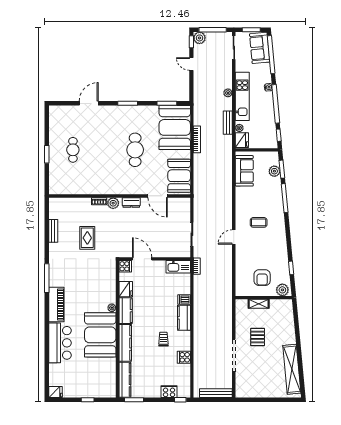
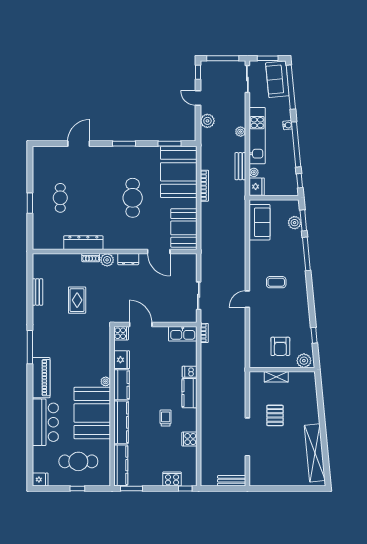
plant: (199, 38) -> (207, 121), moved
dresser: (93, 188) -> (83, 243), added
cafe table: (88, 377) -> (78, 461), added
bench: (216, 393) -> (232, 481), width x0.73

